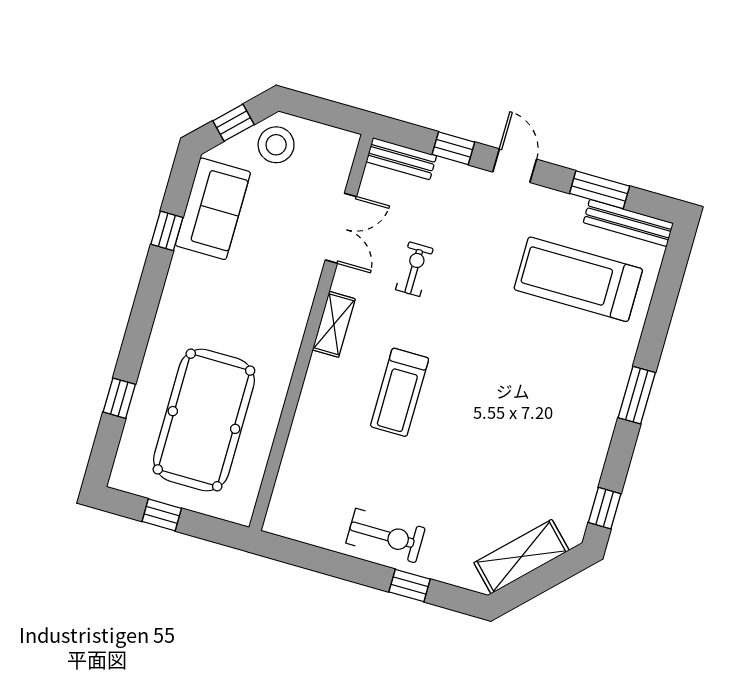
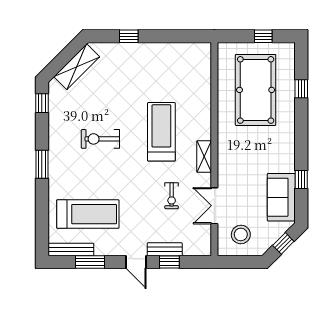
stool: (276, 145) -> (241, 234), moved
bench: (401, 159) -> (165, 249), moved
treadmill: (400, 392) -> (161, 132), width x1.37, depth x1.38
exercise bike: (386, 536) -> (100, 139), moved

